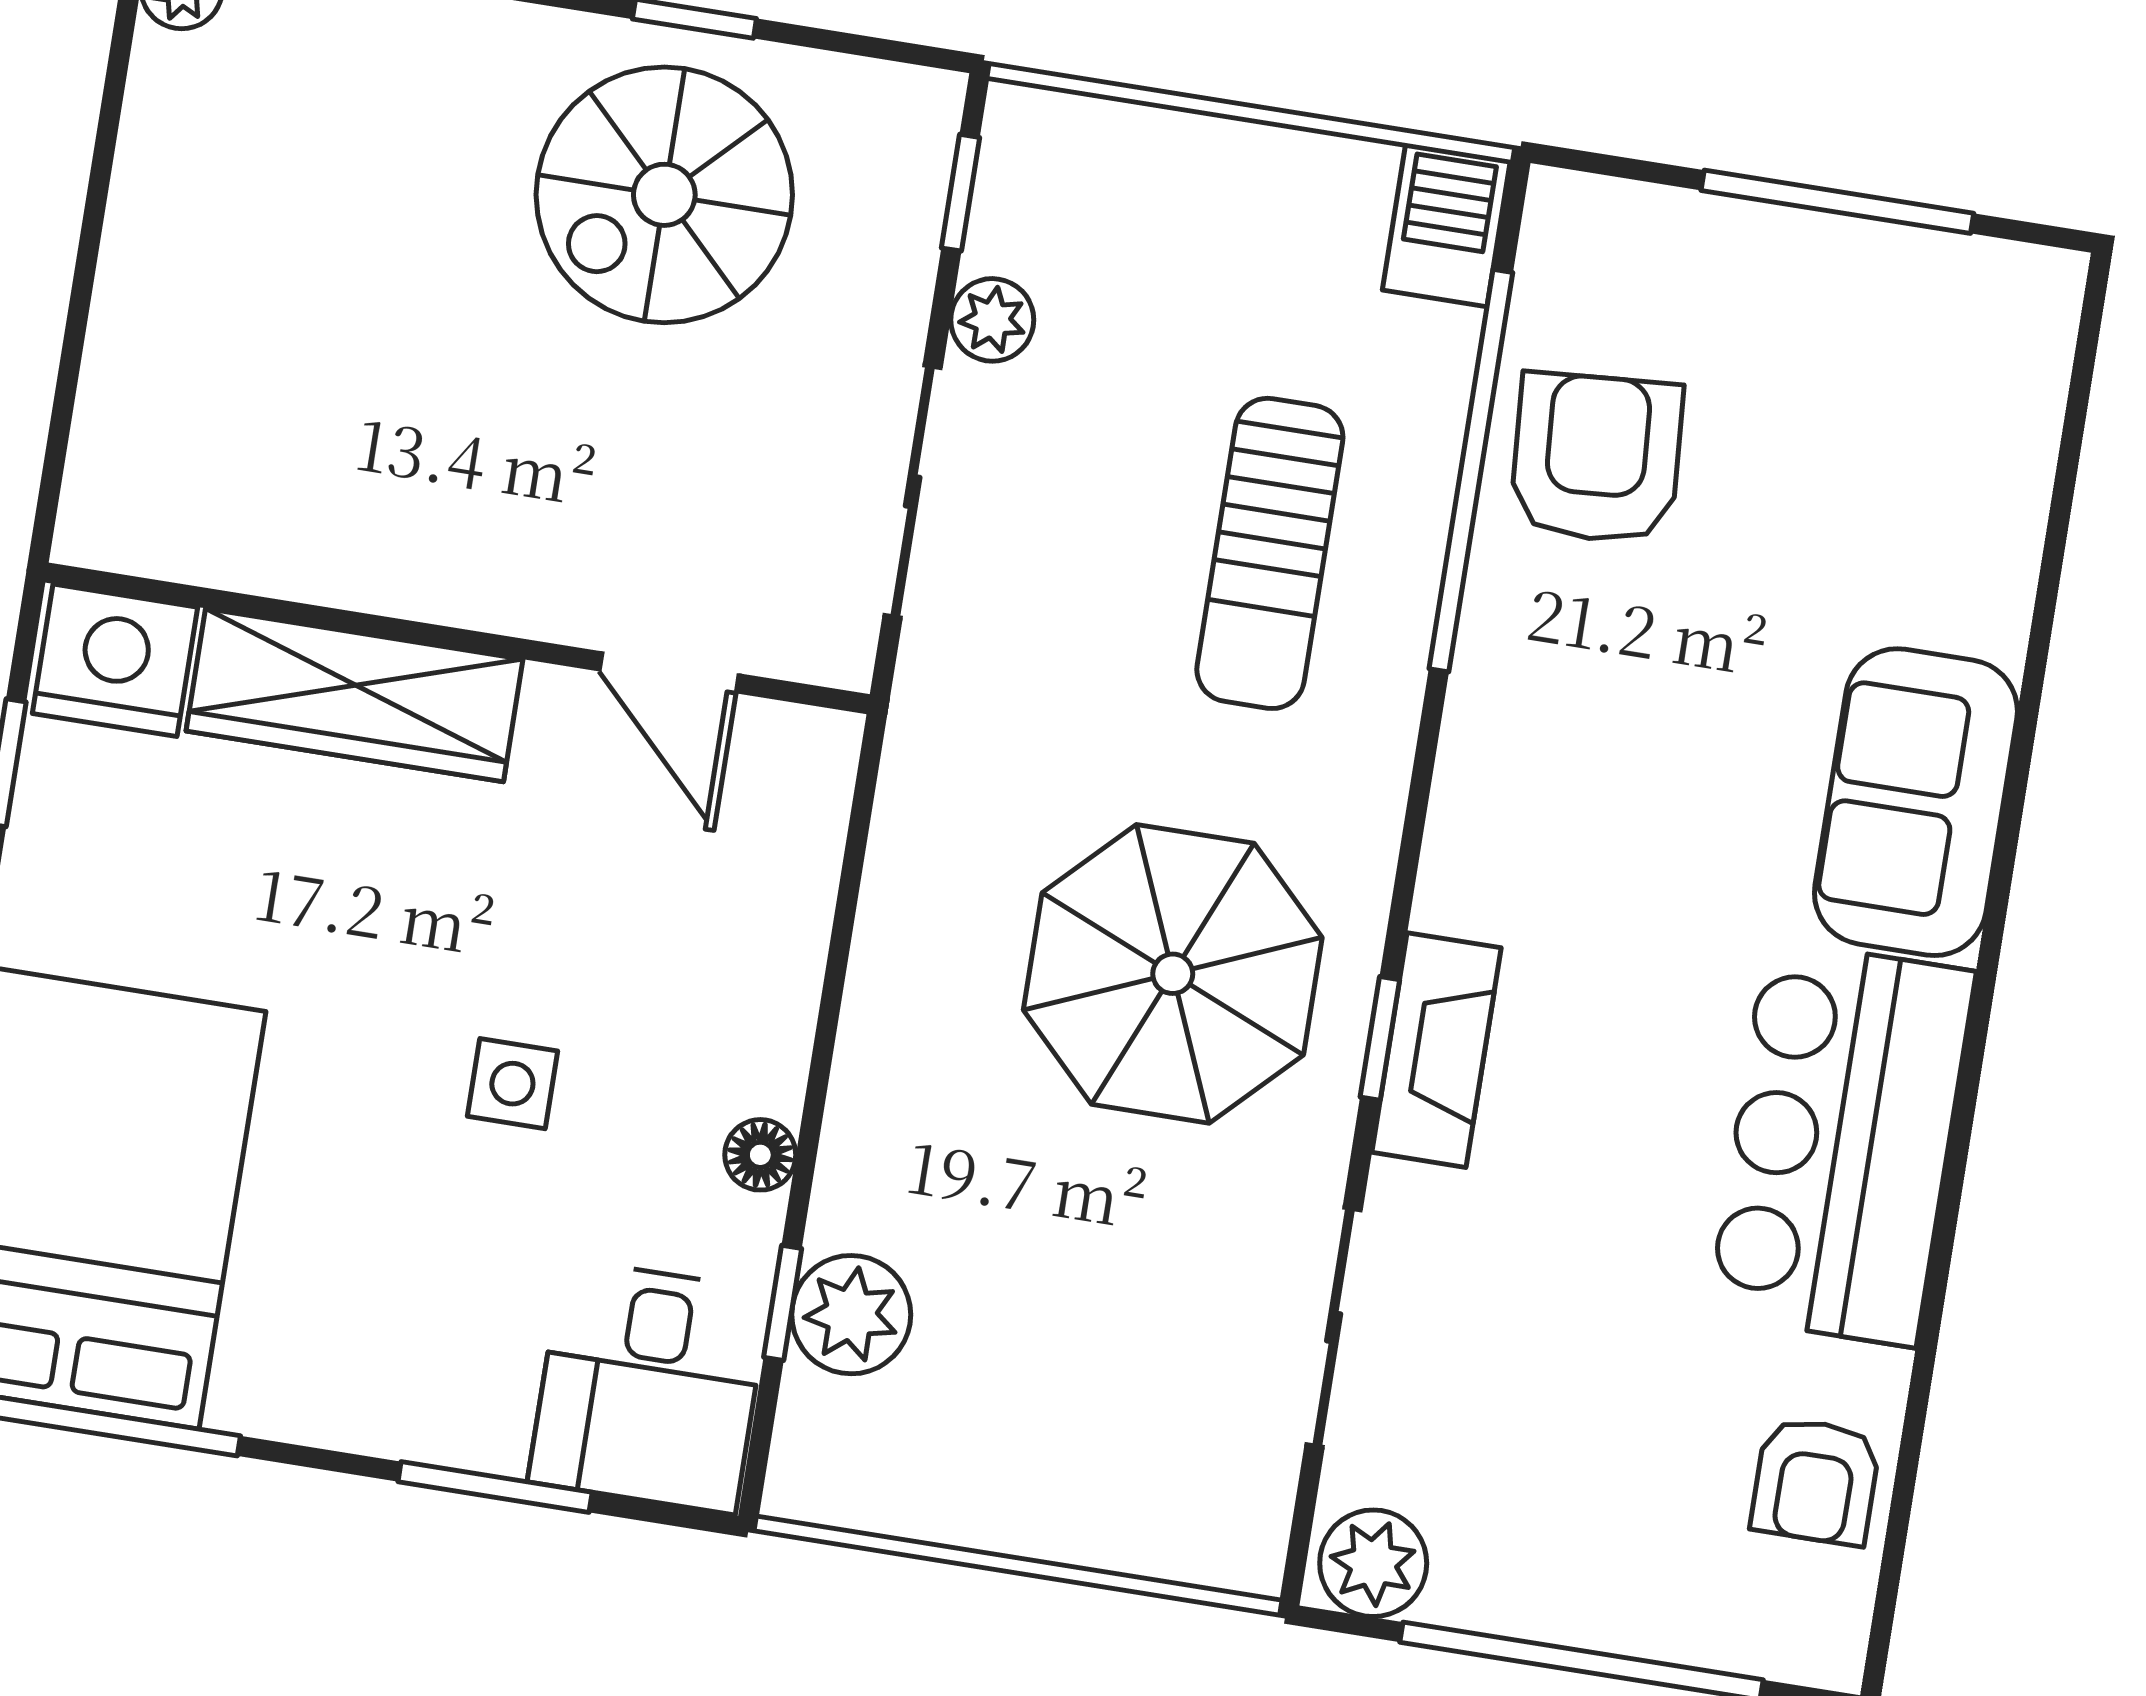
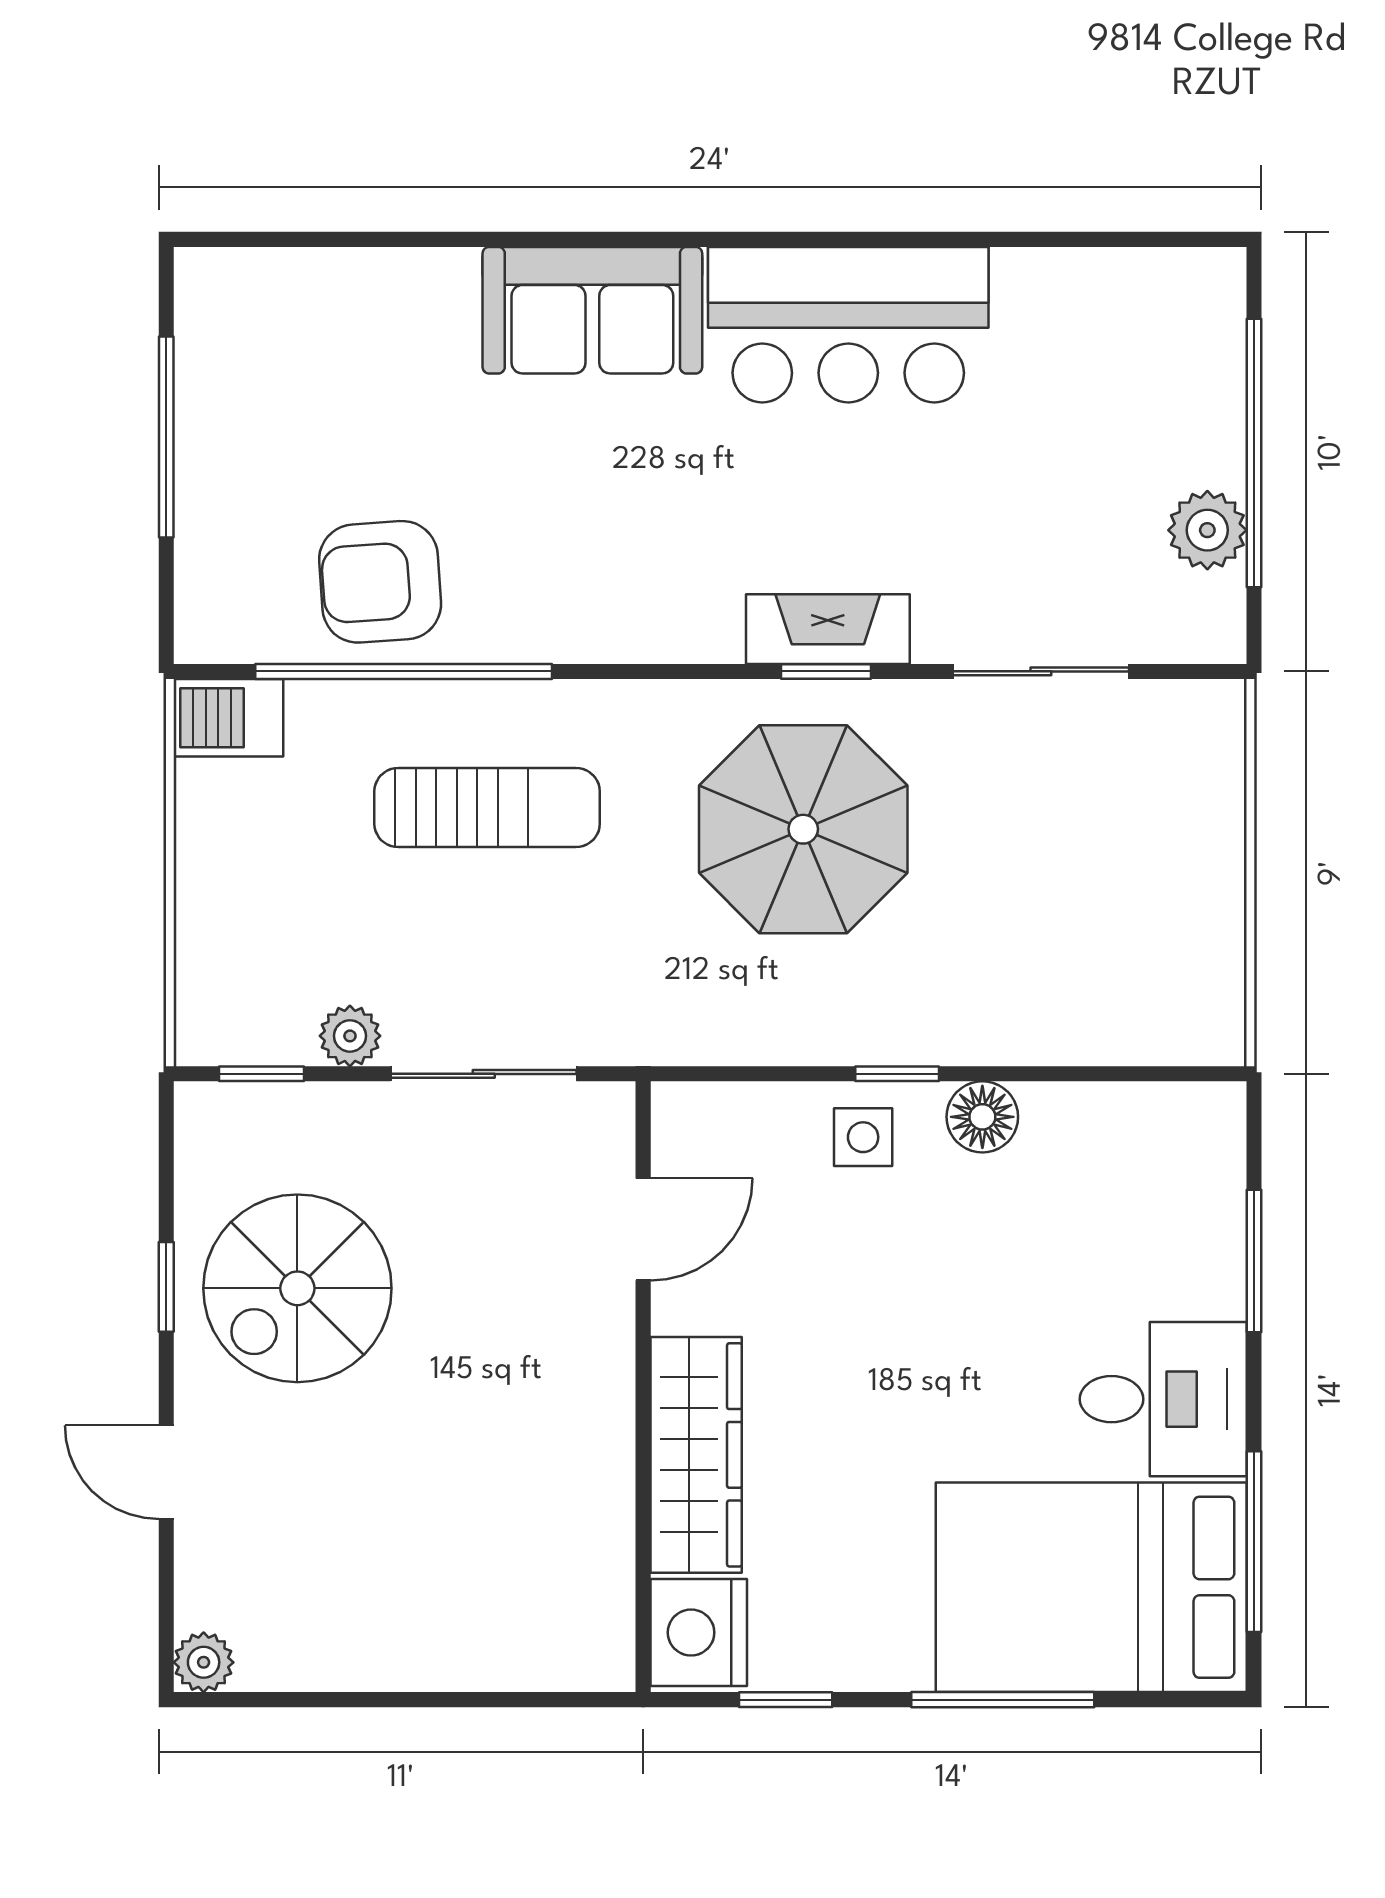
spiral stairs: (664, 195) -> (297, 1288), turned 90
side table: (512, 1084) -> (863, 1137), moved
floor lamp: (760, 1155) -> (982, 1117), width x1.37, depth x1.37
window: (783, 1303) -> (897, 1074), moved
plant: (851, 1315) -> (1088, 1023), removed
desk: (649, 1386) -> (1163, 1399), moved
armchair: (1816, 1481) -> (1096, 304), removed
plant: (1373, 1563) -> (1207, 530), moved

